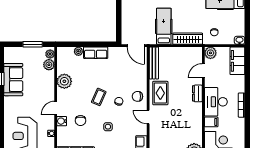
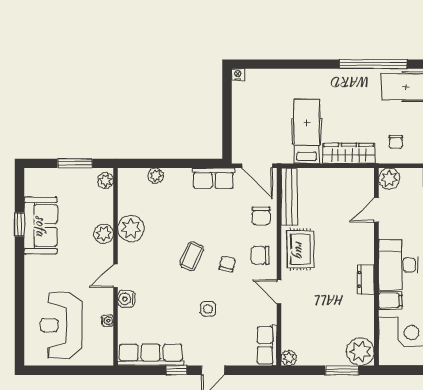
row of seats: (96, 53) -> (213, 178), moved
plant: (49, 65) -> (104, 234), moved
dresser: (197, 93) -> (366, 279), moved
chair: (81, 121) -> (261, 216), moved

